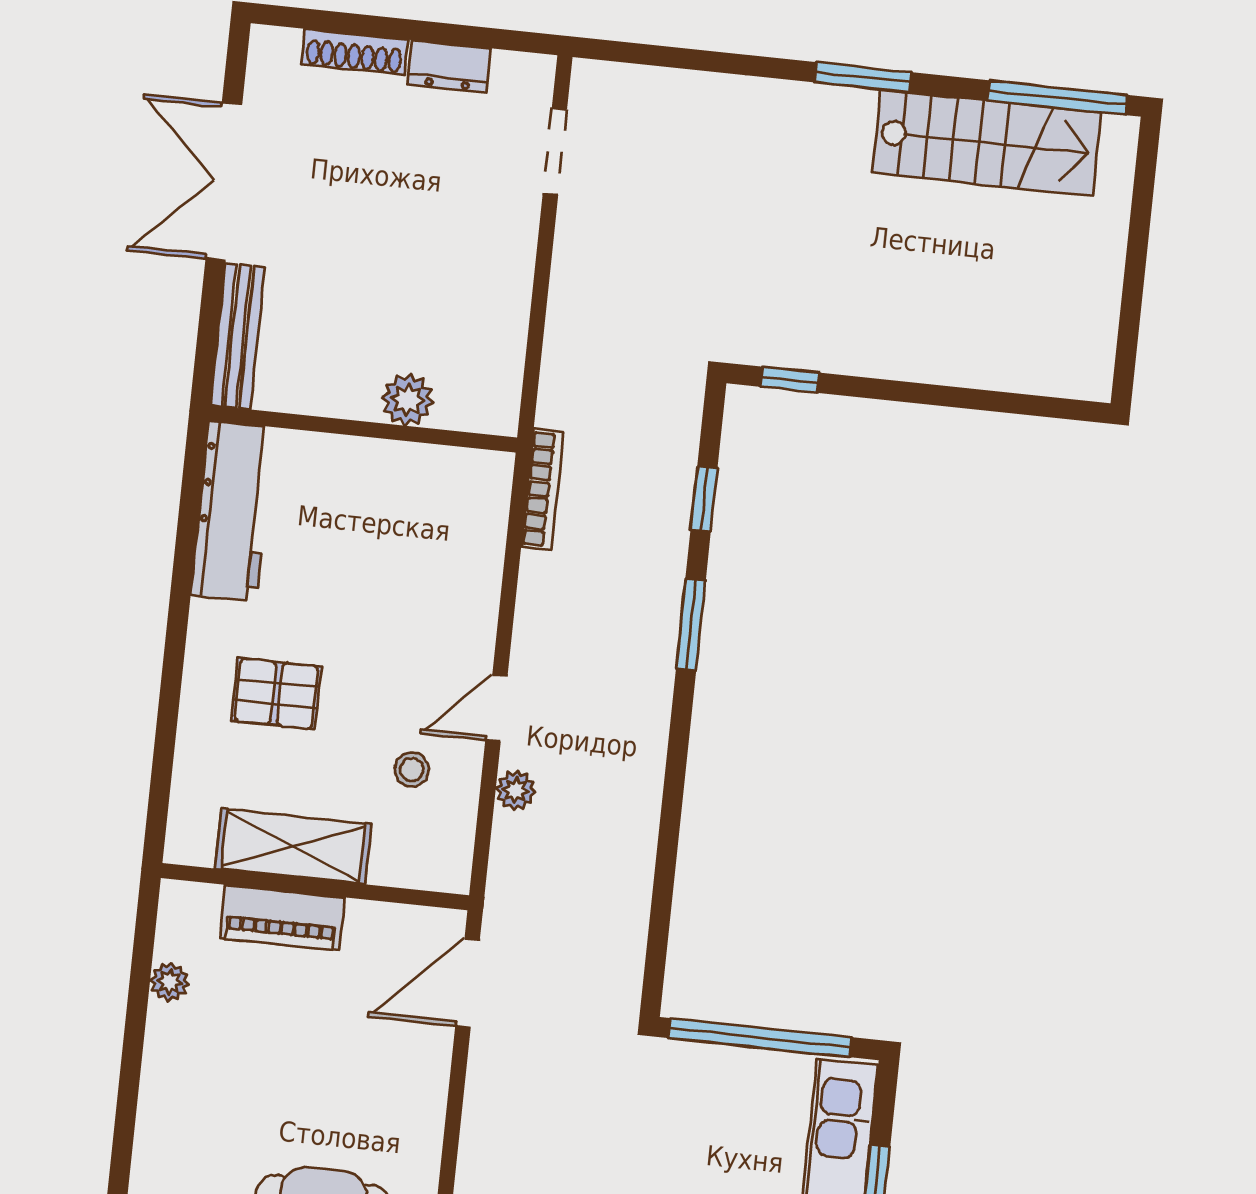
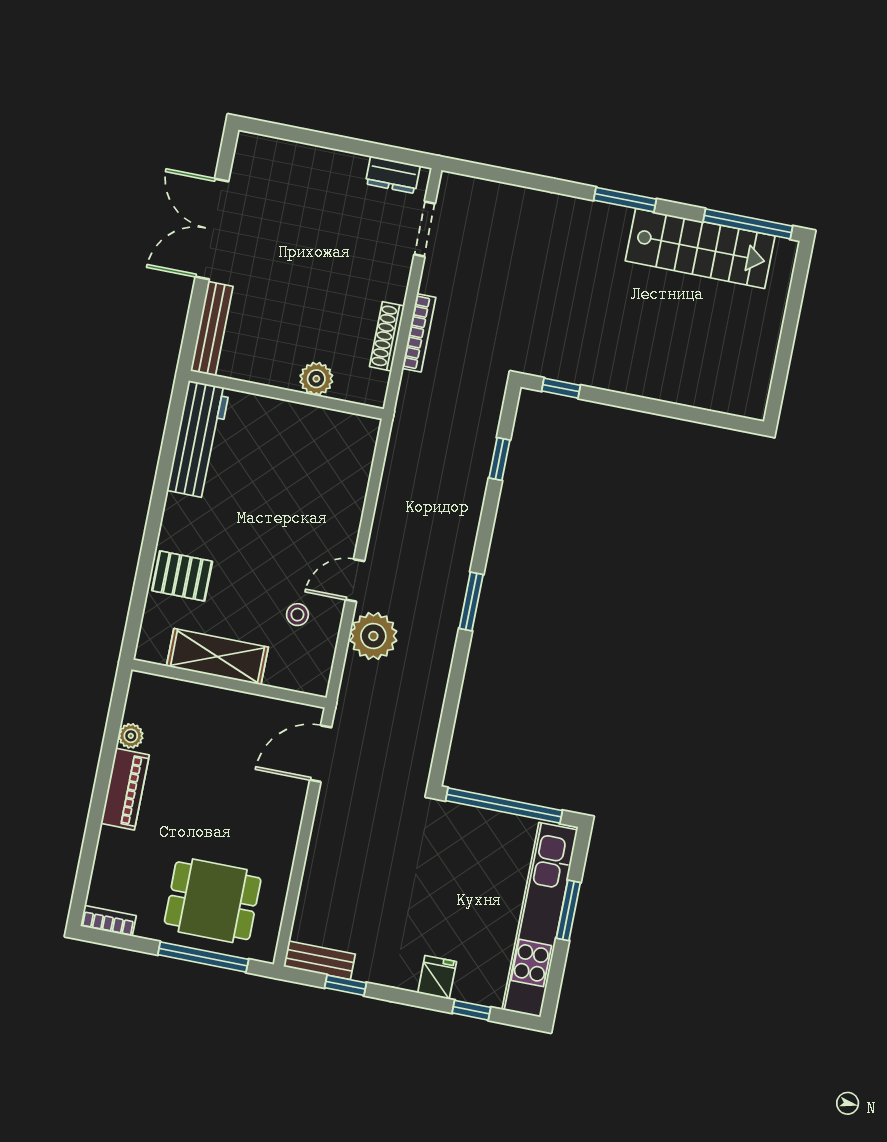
shoe rack: (354, 52) -> (387, 336), moved, turned 90
dresser: (449, 66) -> (393, 175), moved
bookcase: (542, 489) -> (419, 333), moved
window: (691, 625) -> (471, 601), moved
pallet: (276, 694) -> (182, 576), moved
plant: (516, 790) -> (373, 636), width x1.87, depth x1.87
piano: (282, 918) -> (125, 789), moved, turned -90

